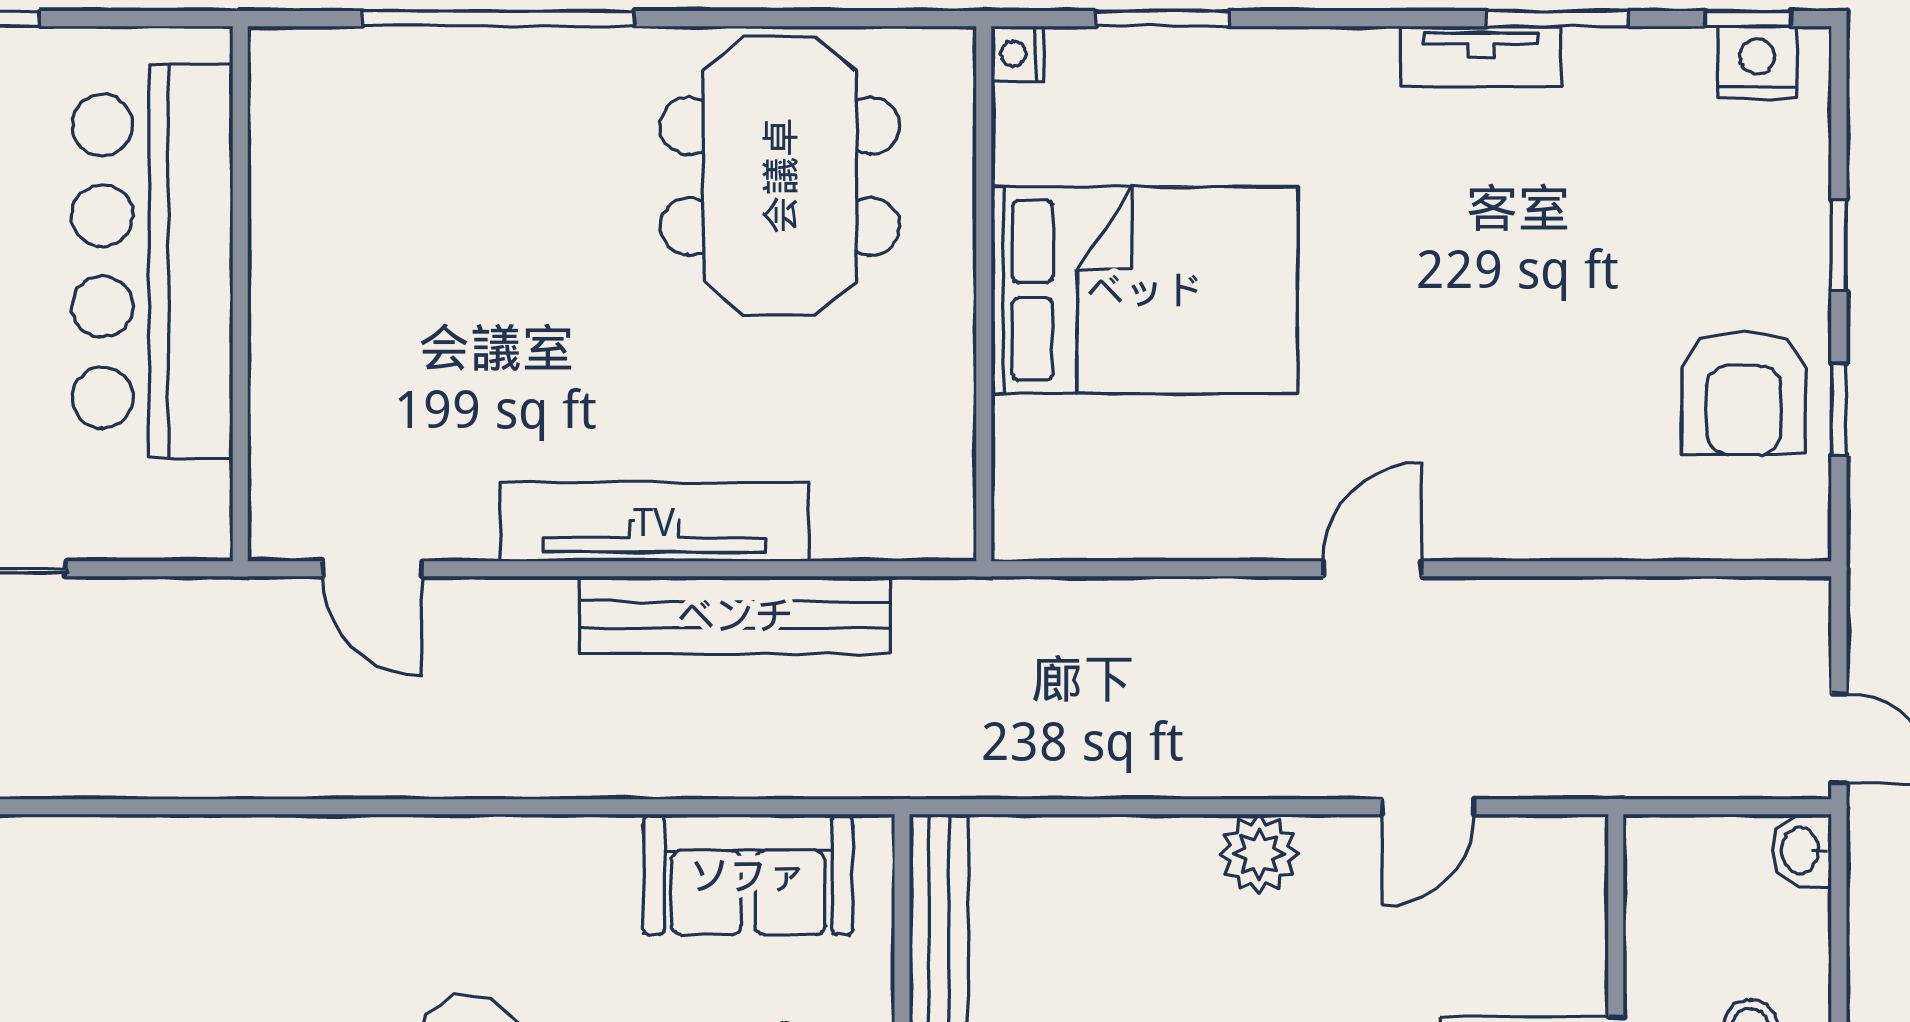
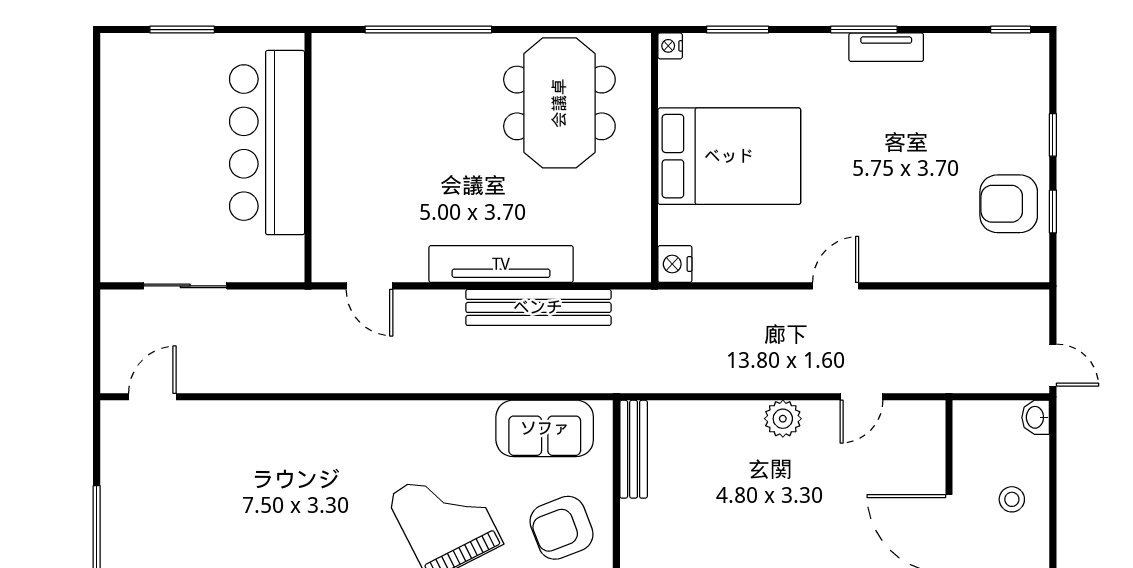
window: (1558, 19) -> (864, 30), moved
nightstand: (1757, 62) -> (675, 264), moved, turned -90
armchair: (1744, 392) -> (1009, 204), turned 90

